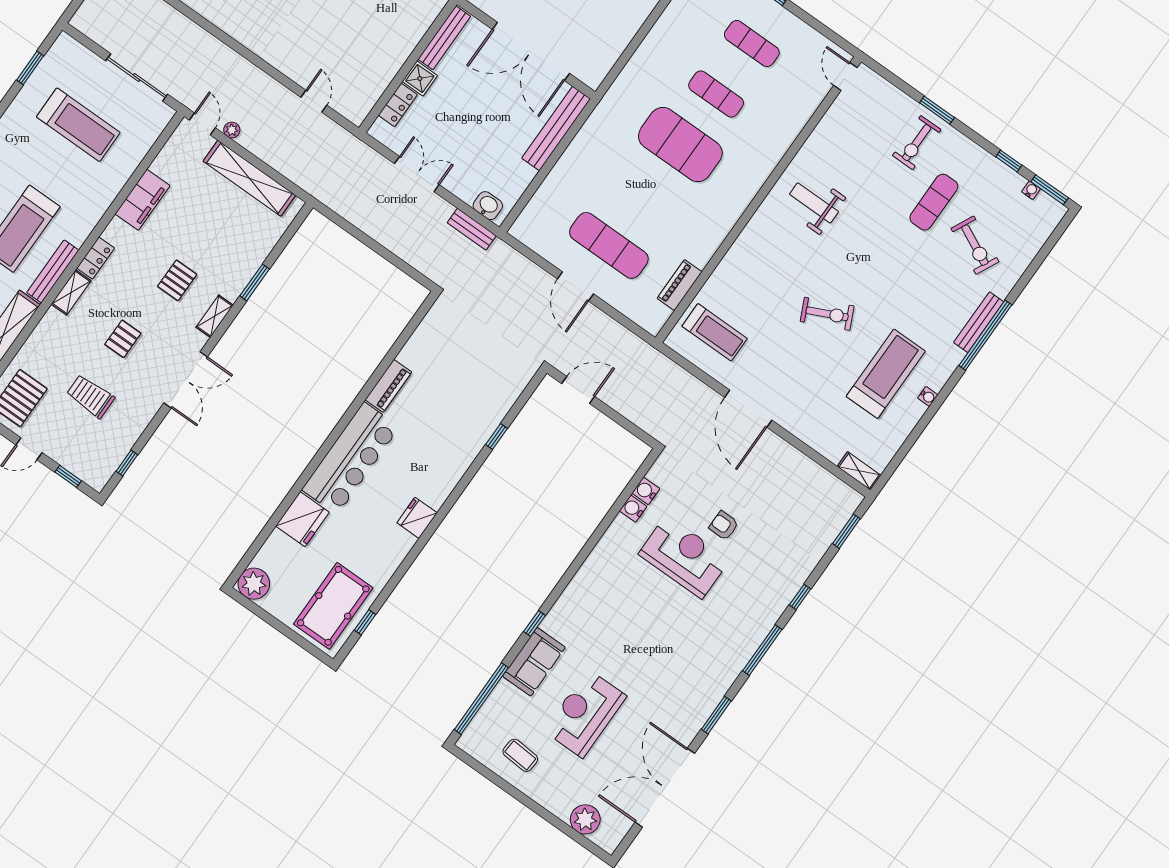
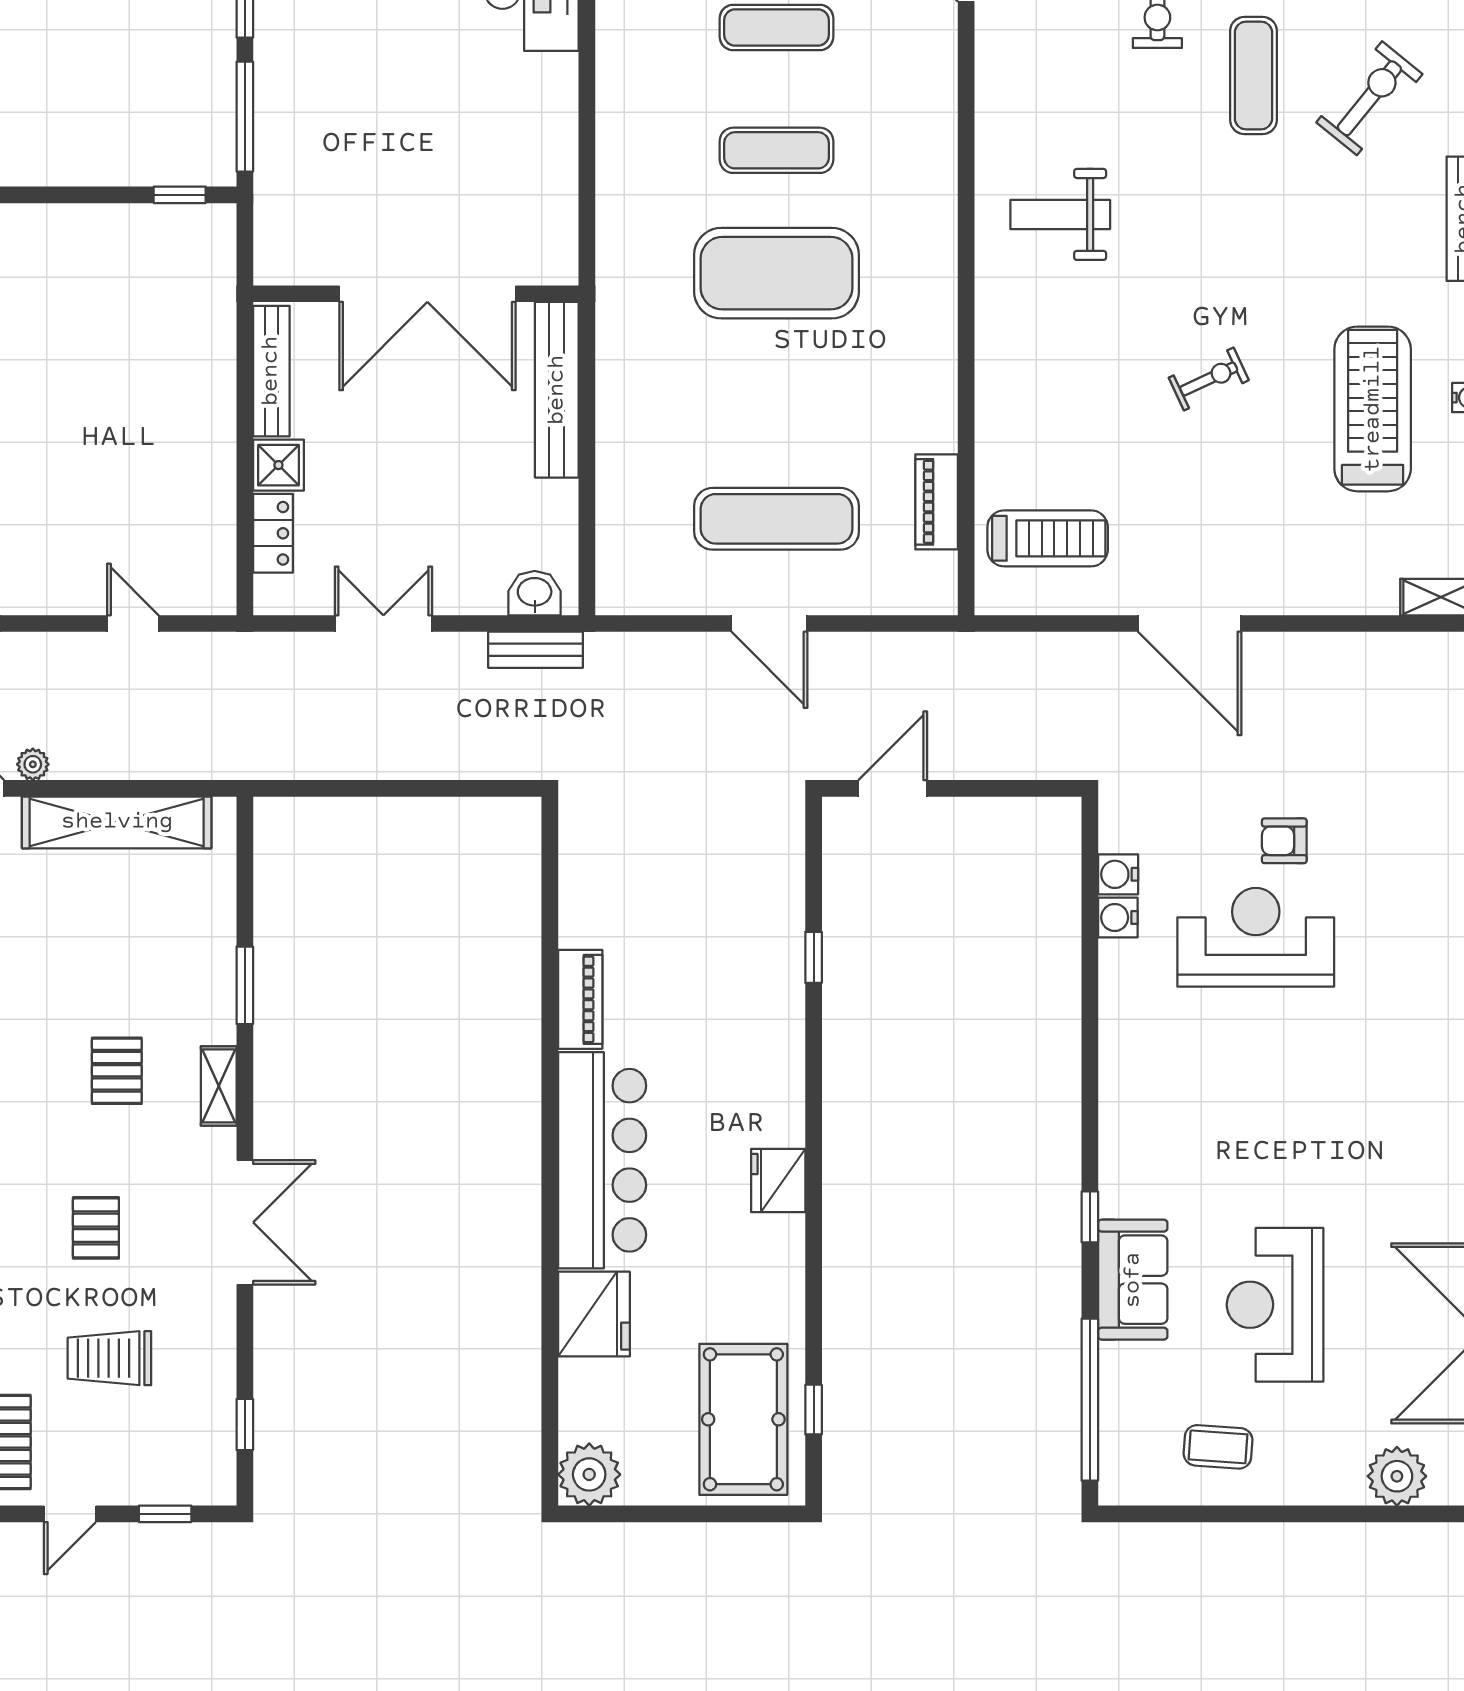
exercise bike: (975, 245) -> (1369, 98), turned -77
exercise bike: (827, 314) -> (1209, 379), width x0.73, depth x0.72

